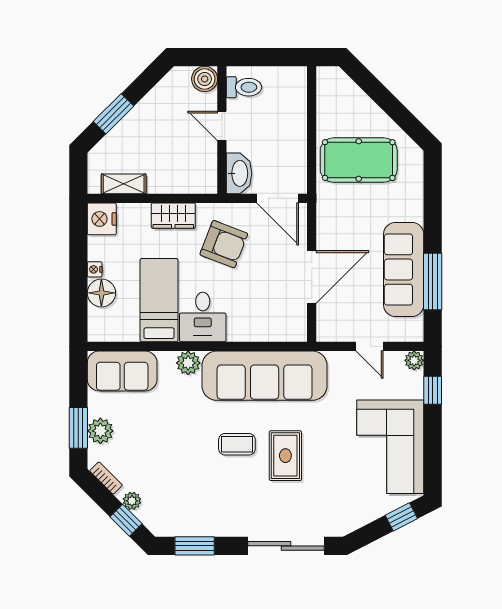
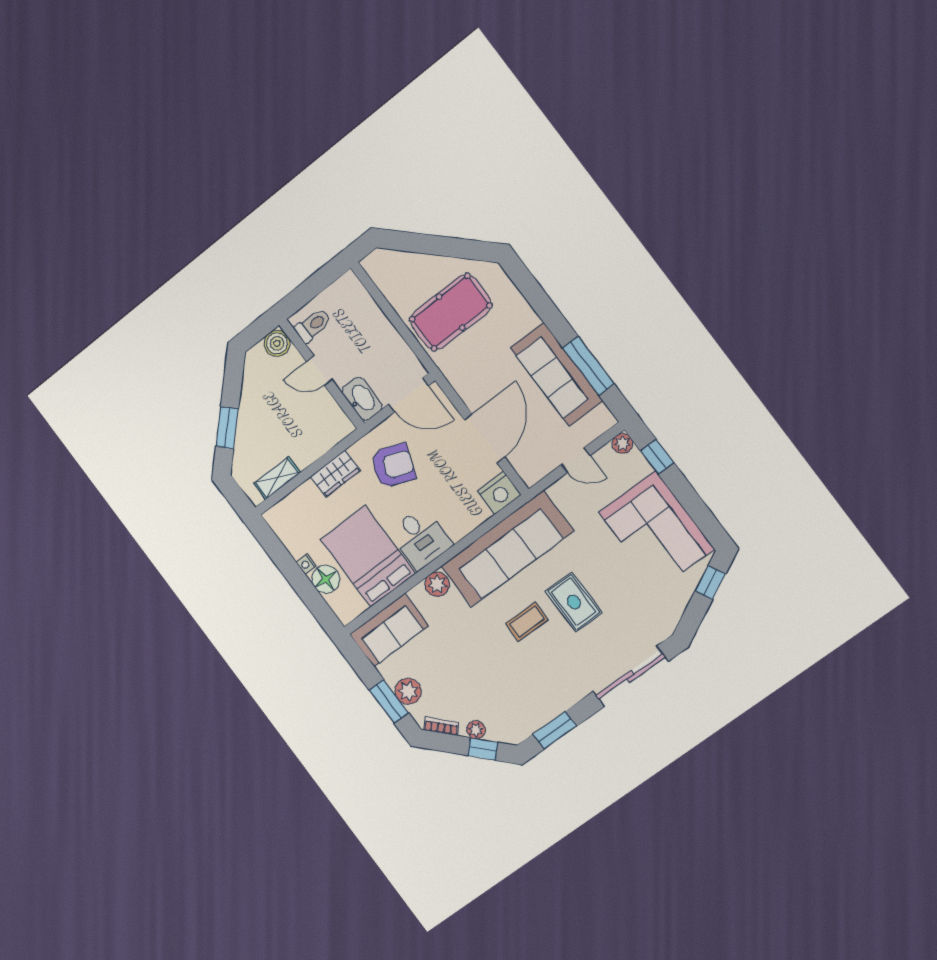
nightstand: (102, 219) -> (499, 493), moved, turned -90
bed: (159, 300) -> (368, 556), width x1.50

